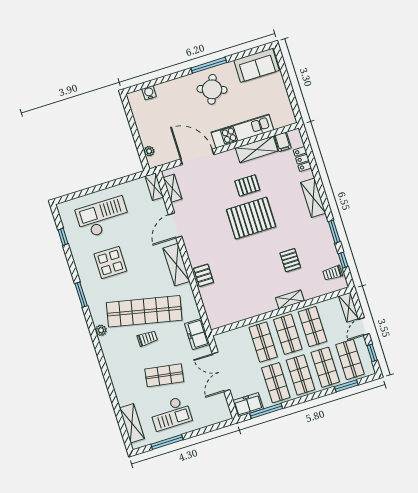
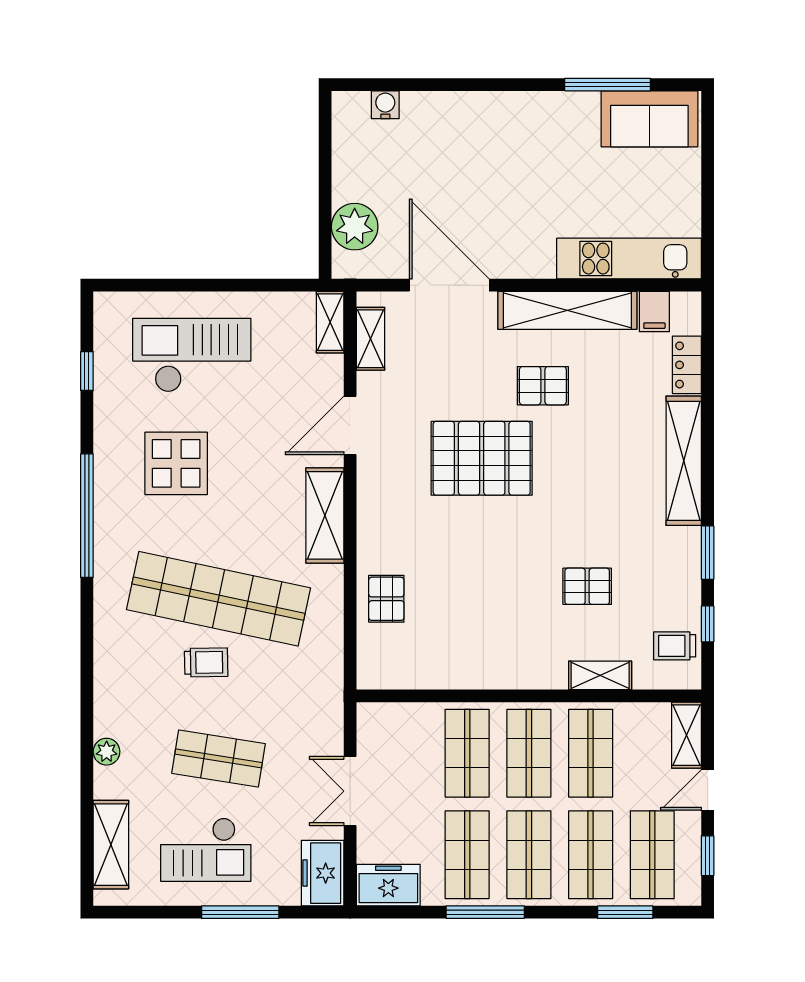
window: (209, 65) -> (608, 85), moved
round table: (212, 89) -> (531, 142), removed
kitchen unit: (242, 131) -> (629, 259), moved
shelving: (257, 149) -> (567, 310), width x1.47
plant: (149, 151) -> (355, 227), width x1.87, depth x1.87
shelving: (313, 198) -> (684, 461), width x1.47
pallet: (251, 218) -> (482, 458), moved
pallet: (290, 260) -> (587, 586), turned 90
pallet: (204, 275) -> (386, 599), moved
window: (81, 295) -> (87, 516), width x2.11
shelving: (290, 299) -> (600, 675), moved
plant: (101, 330) -> (107, 752), moved
freezer: (197, 334) -> (323, 873), moved
double door: (221, 372) -> (350, 791), width x0.73
window: (266, 411) -> (485, 912), moved
window: (167, 442) -> (240, 912), moved

